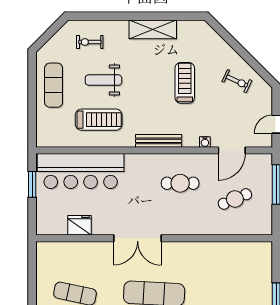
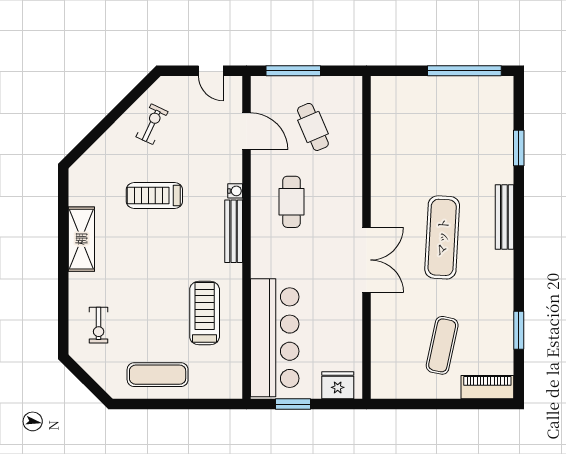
weight bench: (103, 80) -> (150, 306), removed
water cooler: (205, 142) -> (235, 191), moved
fridge: (80, 225) -> (338, 385), moved, turned 90

